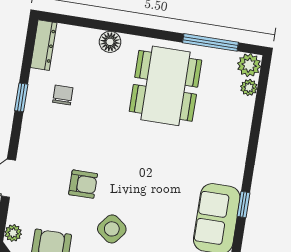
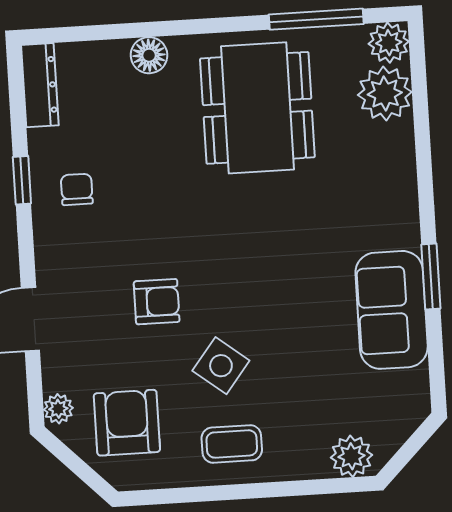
plant: (249, 88) -> (385, 93), width x1.88, depth x1.88
chair: (63, 95) -> (77, 189), moved
window: (244, 205) -> (431, 277), width x1.50

